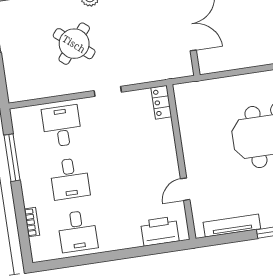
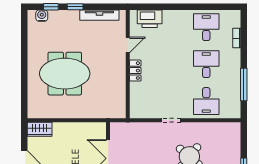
locker: (161, 102) -> (135, 71), moved

